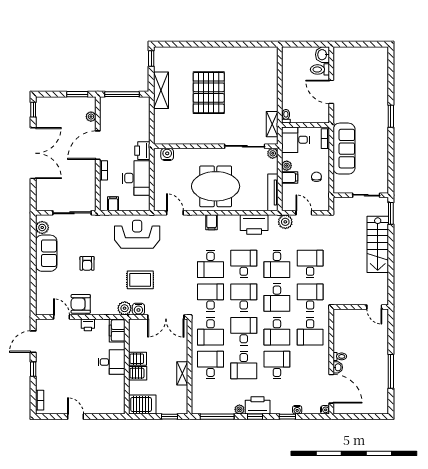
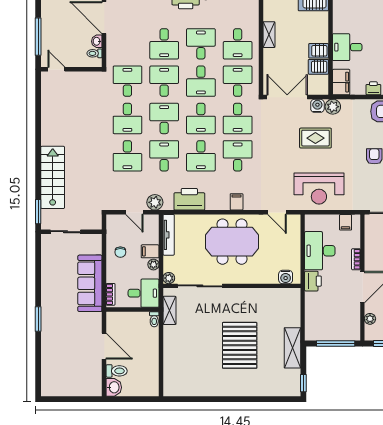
wall: (361, 307) -> (71, 69), moved
door: (374, 307) -> (56, 69), moved
server rack: (138, 373) -> (318, 67), moved

